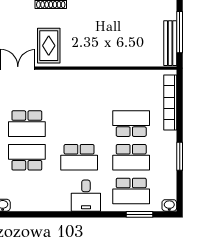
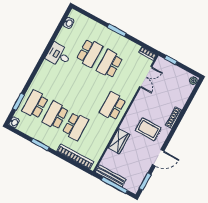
rug: (49, 46) -> (148, 129), moved
wardrobe: (120, 57) -> (119, 141), added
school desk: (79, 157) -> (113, 106), moved
desk: (86, 196) -> (59, 55), moved

